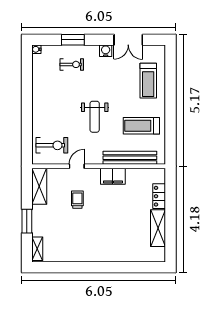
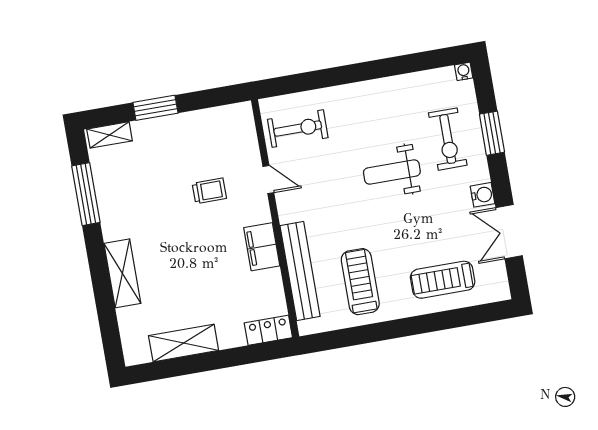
exercise bike: (72, 64) -> (448, 139), width x1.38, depth x1.39
weight bench: (95, 117) -> (392, 172), moved
exercise bike: (52, 145) -> (298, 129), turned -90
shelving: (39, 186) -> (122, 273), moved, turned 90
locker: (159, 196) -> (268, 330), moved
window: (67, 267) -> (86, 194), added

